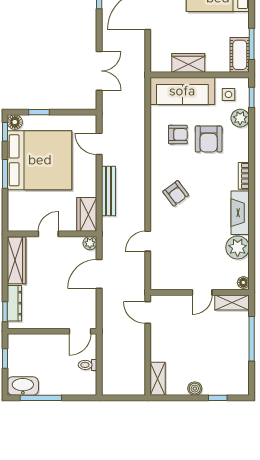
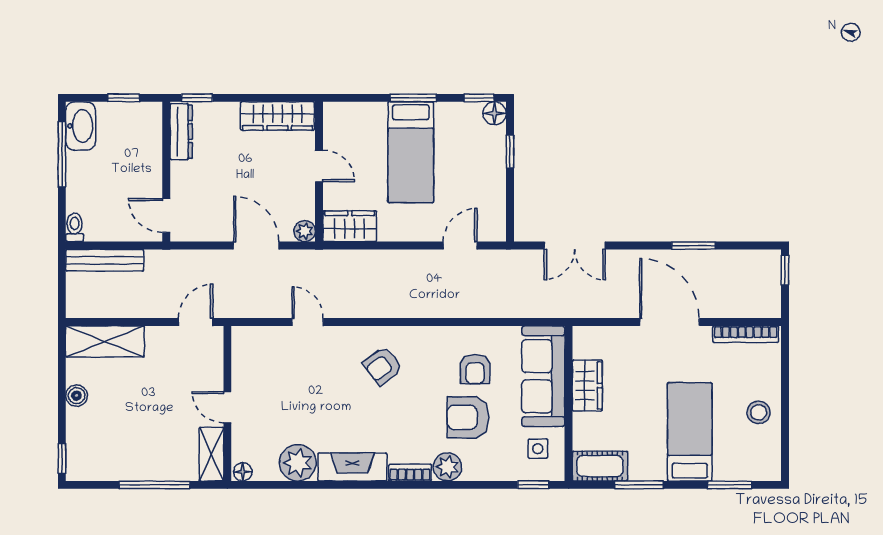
window: (252, 44) -> (639, 485), moved
plant: (240, 118) -> (447, 467), moved
bed: (40, 160) -> (411, 152), width x0.49
bench: (108, 191) -> (105, 260), moved
dresser: (14, 303) -> (181, 132), moved, turned -90
toilet: (88, 365) -> (75, 227), moved
shelving: (158, 379) -> (105, 341), width x1.50, depth x1.33
window: (218, 398) -> (62, 458), moved

